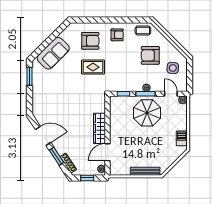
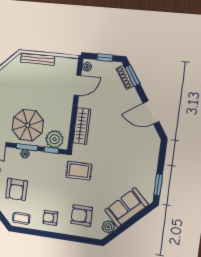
plant: (66, 35) -> (108, 227), added
armchair: (150, 55) -> (16, 189), turned 90
rug: (93, 67) -> (79, 171), moved
plant: (122, 104) -> (55, 139), added
wardrobe: (99, 128) -> (82, 126), moved
window: (57, 156) -> (132, 76), moved

